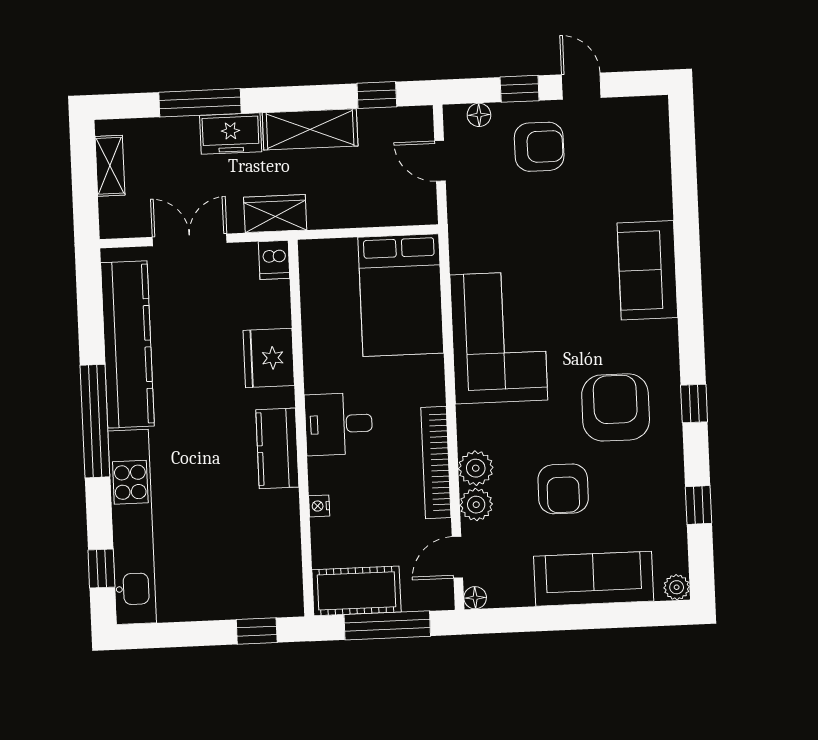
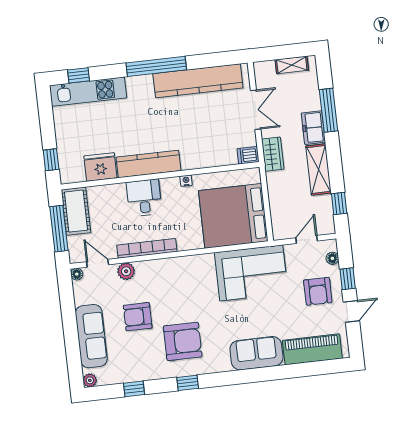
piano: (647, 165) -> (312, 349), added
bed: (401, 295) -> (233, 216), width x1.36
corner sofa: (499, 338) -> (251, 273), moved
fridge: (269, 358) -> (100, 167), moved
desk: (339, 424) -> (144, 198), moved
kitchen counter: (277, 448) -> (148, 164), width x1.50
plant: (476, 468) -> (145, 270), removed
nightstand: (319, 506) -> (186, 181), moved
kitchen unit: (132, 527) -> (88, 92), width x0.73

